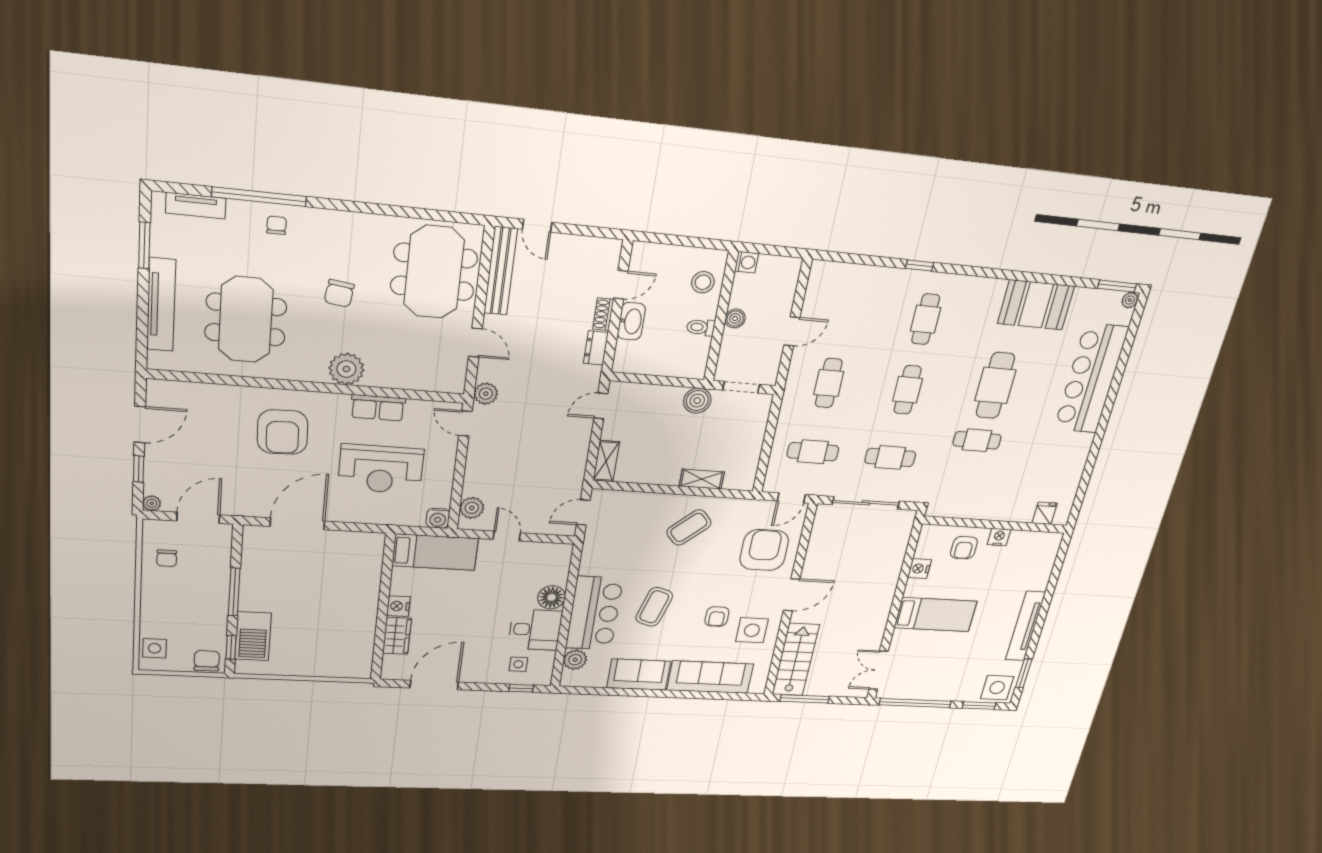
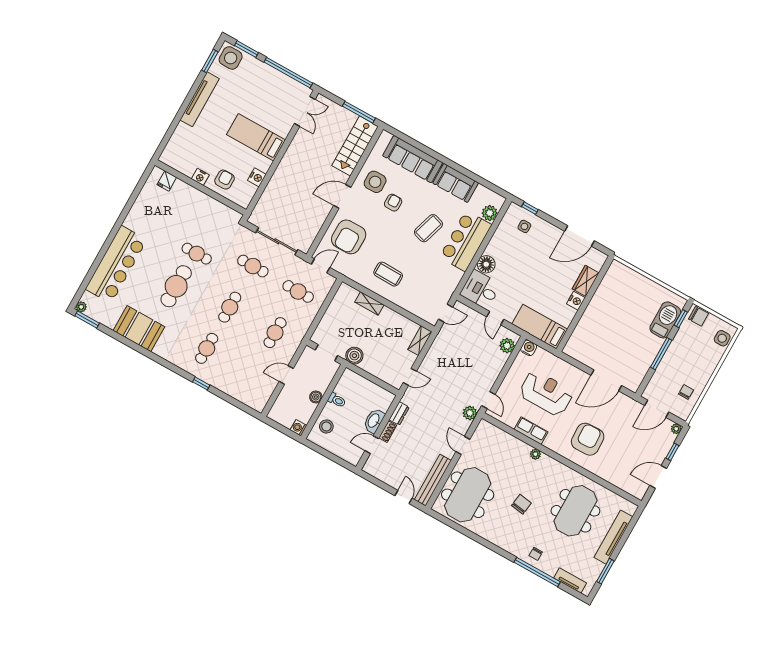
plant: (346, 369) -> (535, 454), width x0.53, depth x0.53
coffee table: (689, 527) -> (388, 274), turned 43
desk: (535, 630) -> (480, 290), moved
chair: (207, 661) -> (698, 316), turned -90

